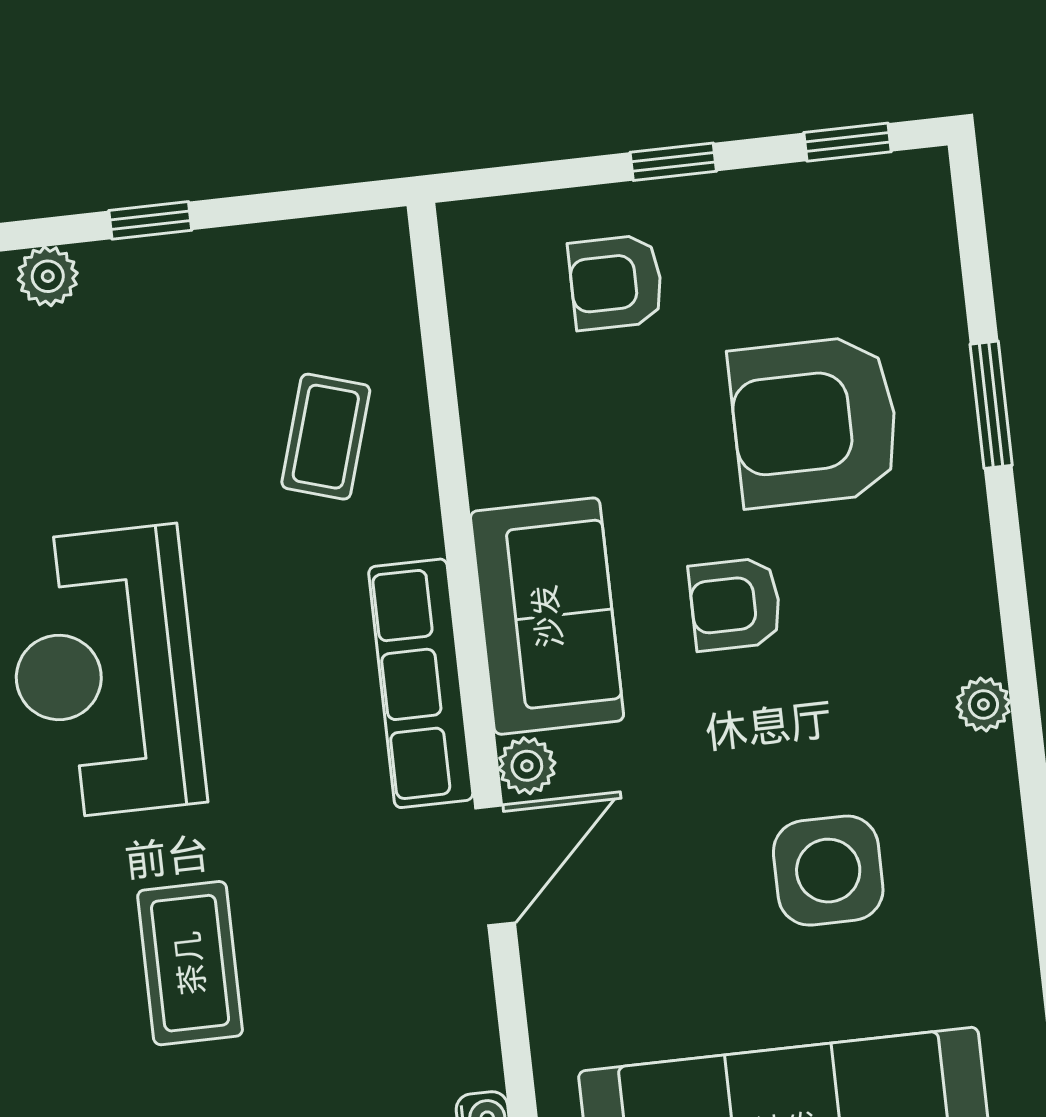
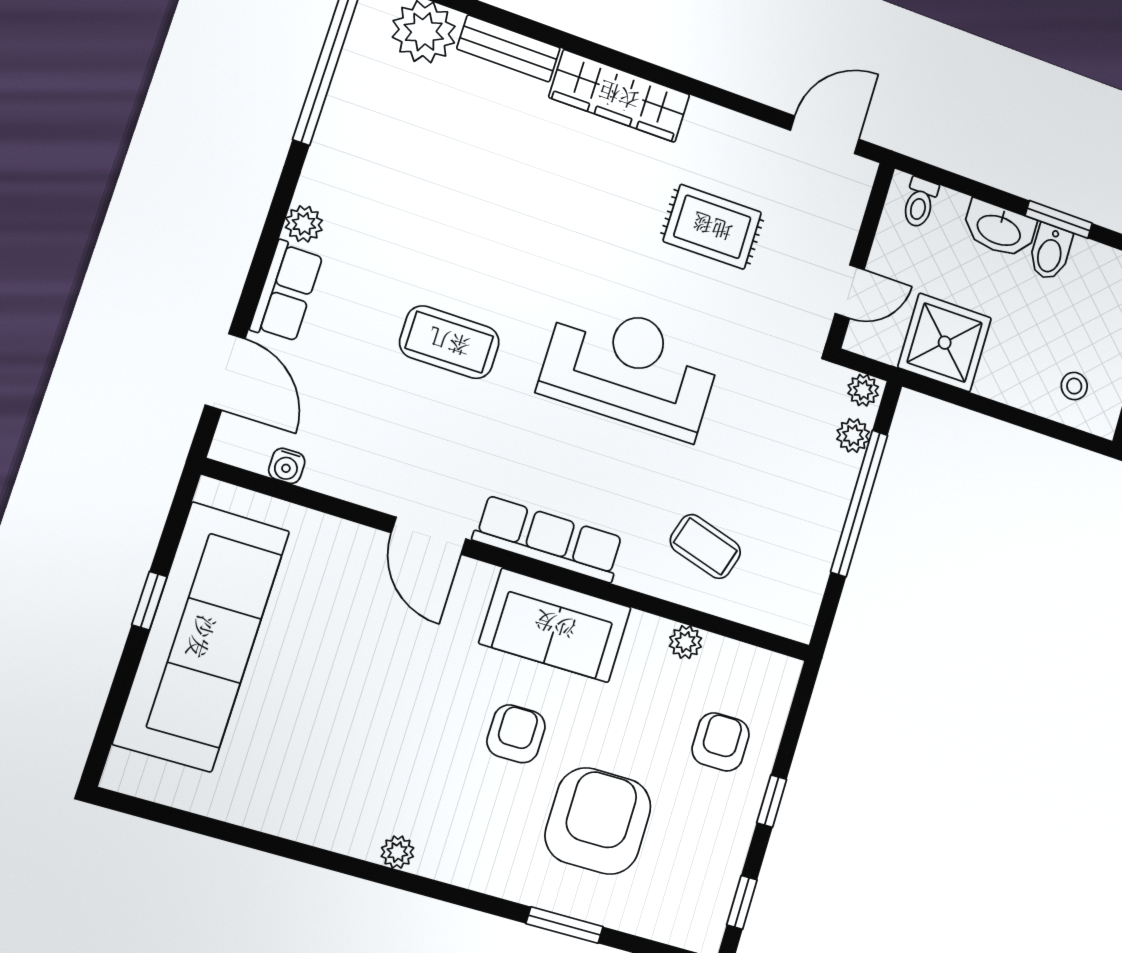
window: (150, 220) -> (859, 503), width x3.17
plant: (527, 766) -> (686, 642), moved
side table: (828, 871) -> (341, 723), removed

